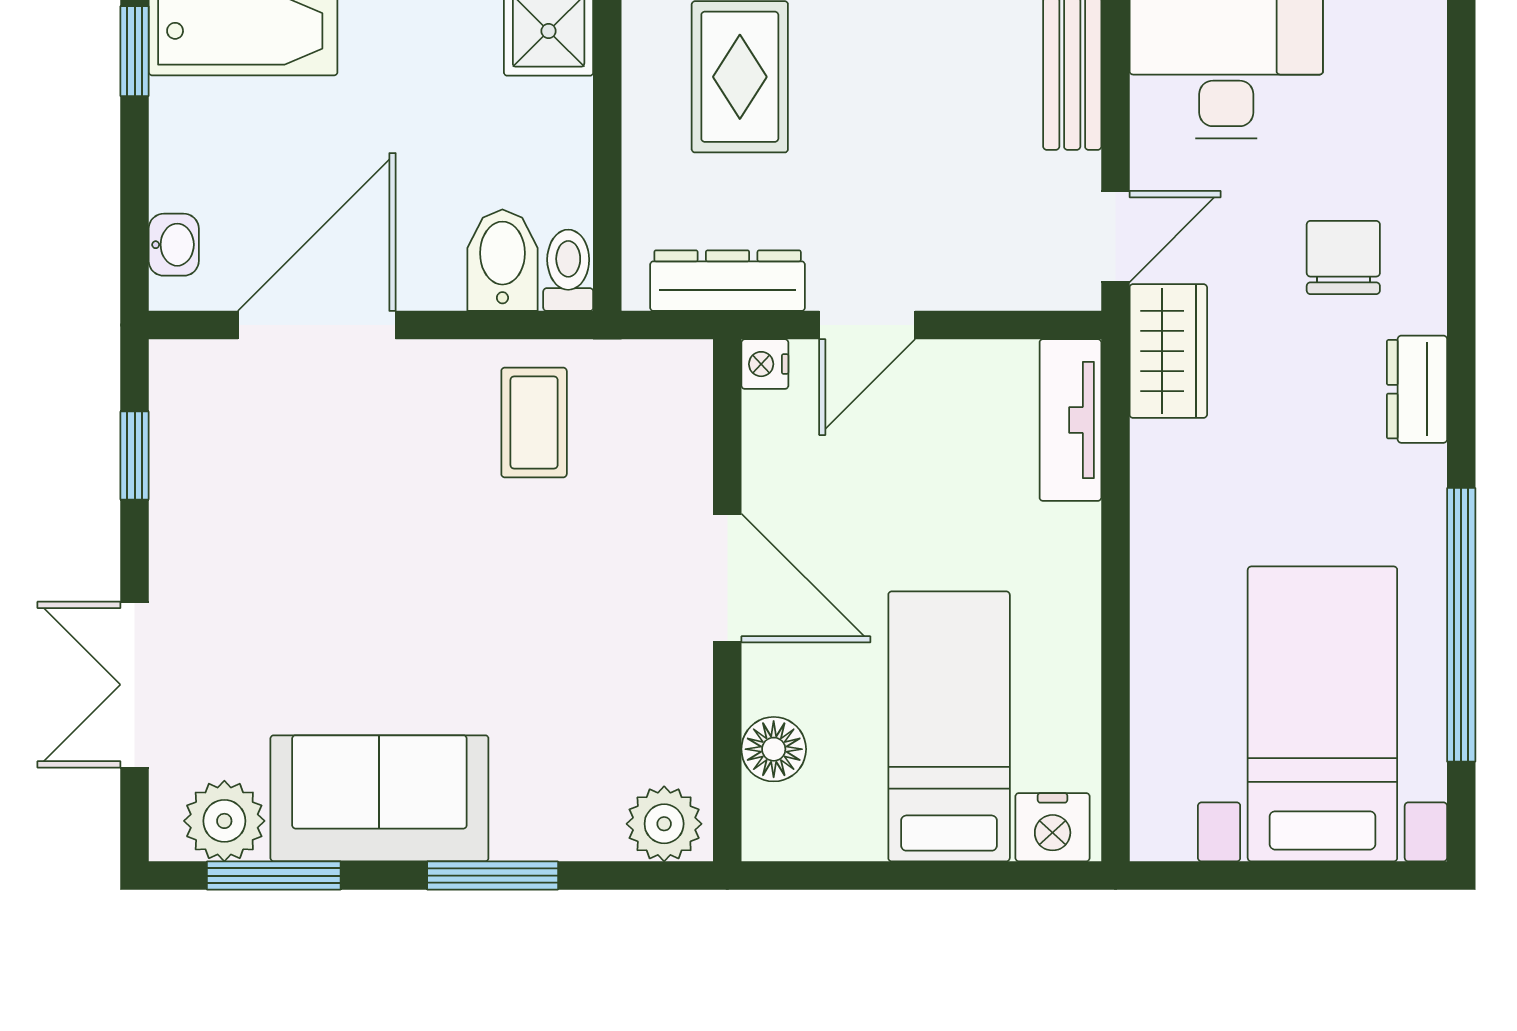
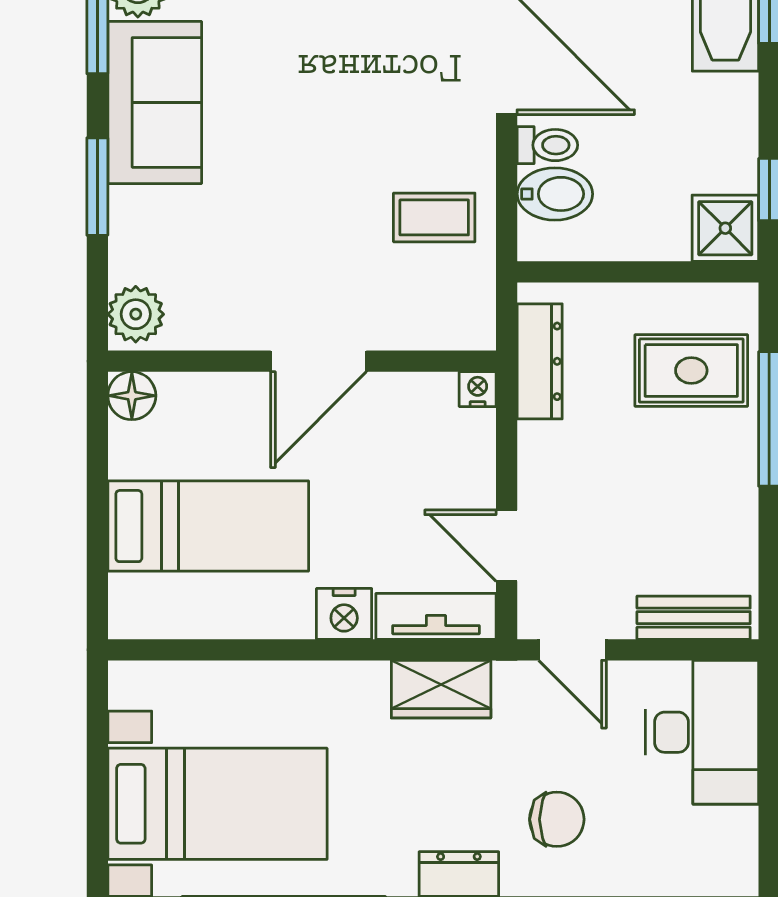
toilet: (568, 270) -> (547, 145), moved
door: (867, 325) -> (507, 546), moved
wardrobe: (1168, 351) -> (441, 689), moved
floor lamp: (774, 749) -> (132, 396), moved
nightstand: (1053, 827) -> (344, 614), moved, turned -90

